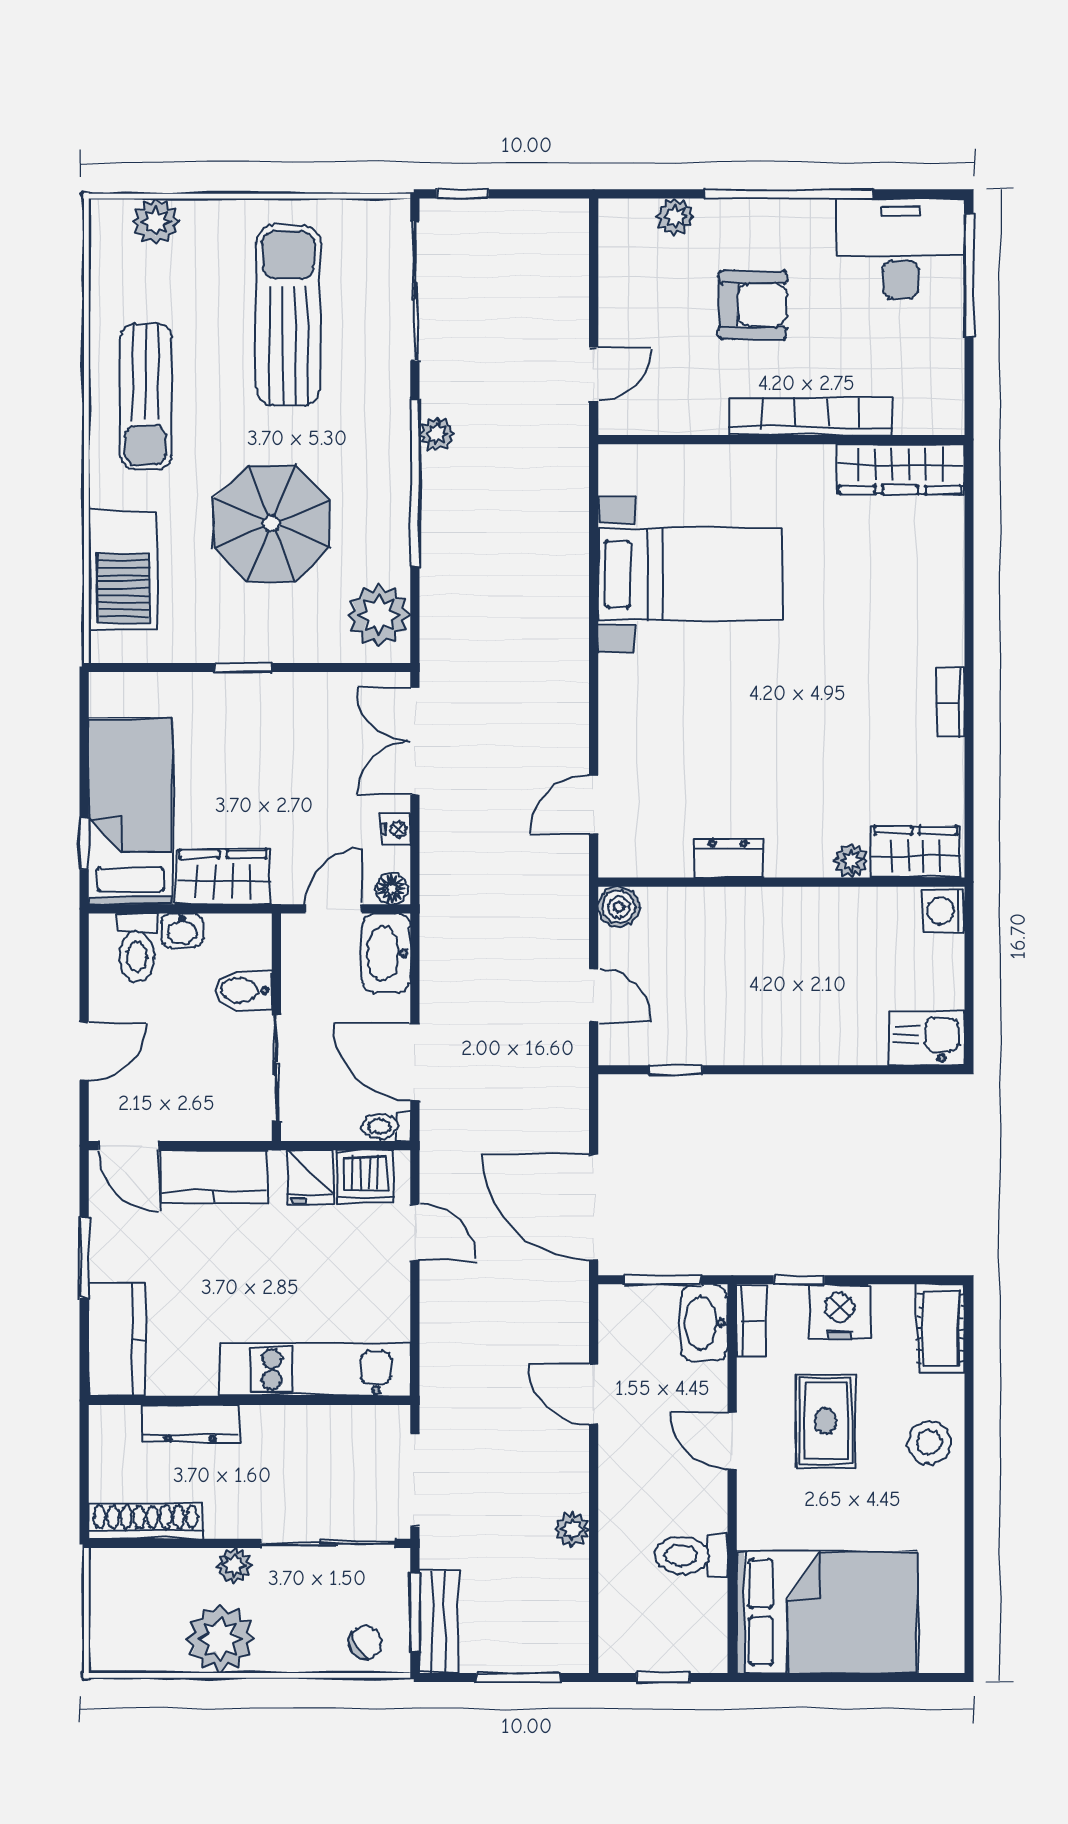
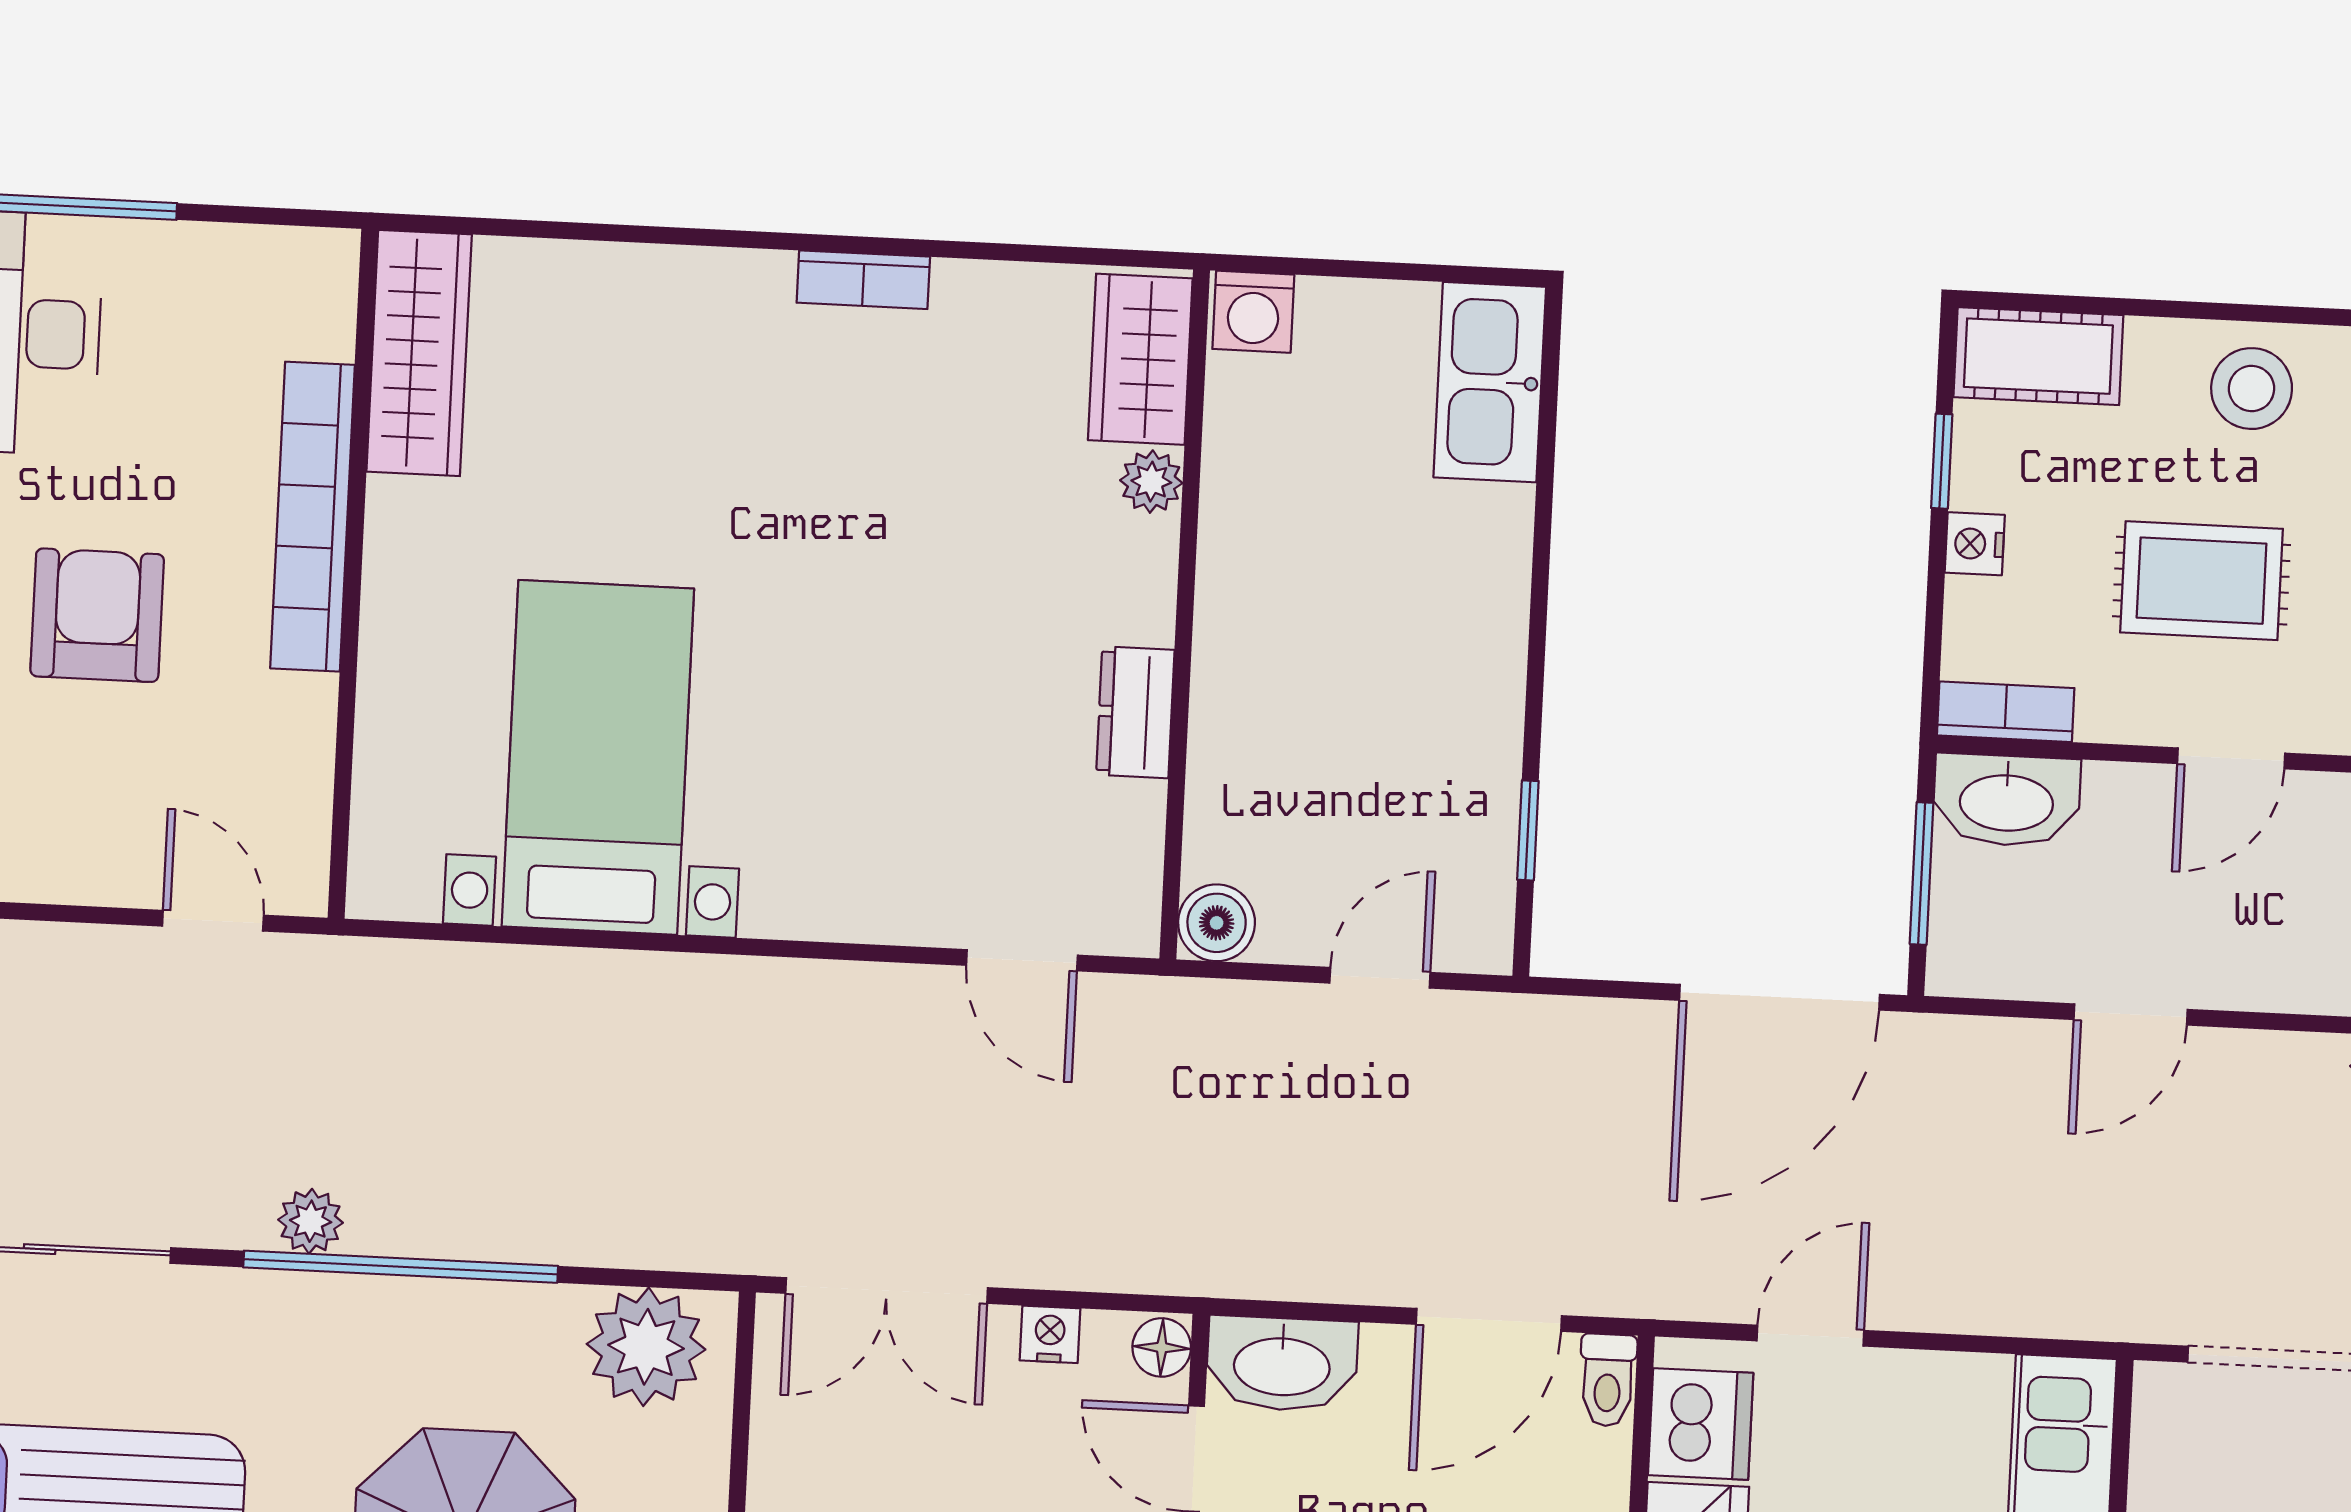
kitchen sink: (927, 1038) -> (1490, 382), width x1.38
window: (799, 1280) -> (1942, 461), moved
nightstand: (839, 1311) -> (1975, 544), width x0.53, depth x0.56

